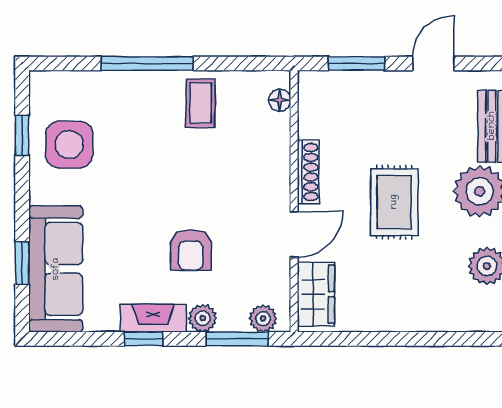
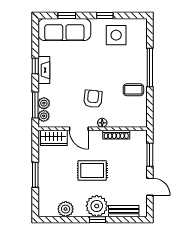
floor lamp: (280, 100) -> (102, 123), moved
window: (22, 135) -> (105, 15), moved
shoe rack: (308, 172) -> (116, 135), moved
armchair: (191, 250) -> (93, 99), moved, turned 96
plant: (203, 318) -> (44, 103), moved
window: (405, 339) -> (35, 175), added

